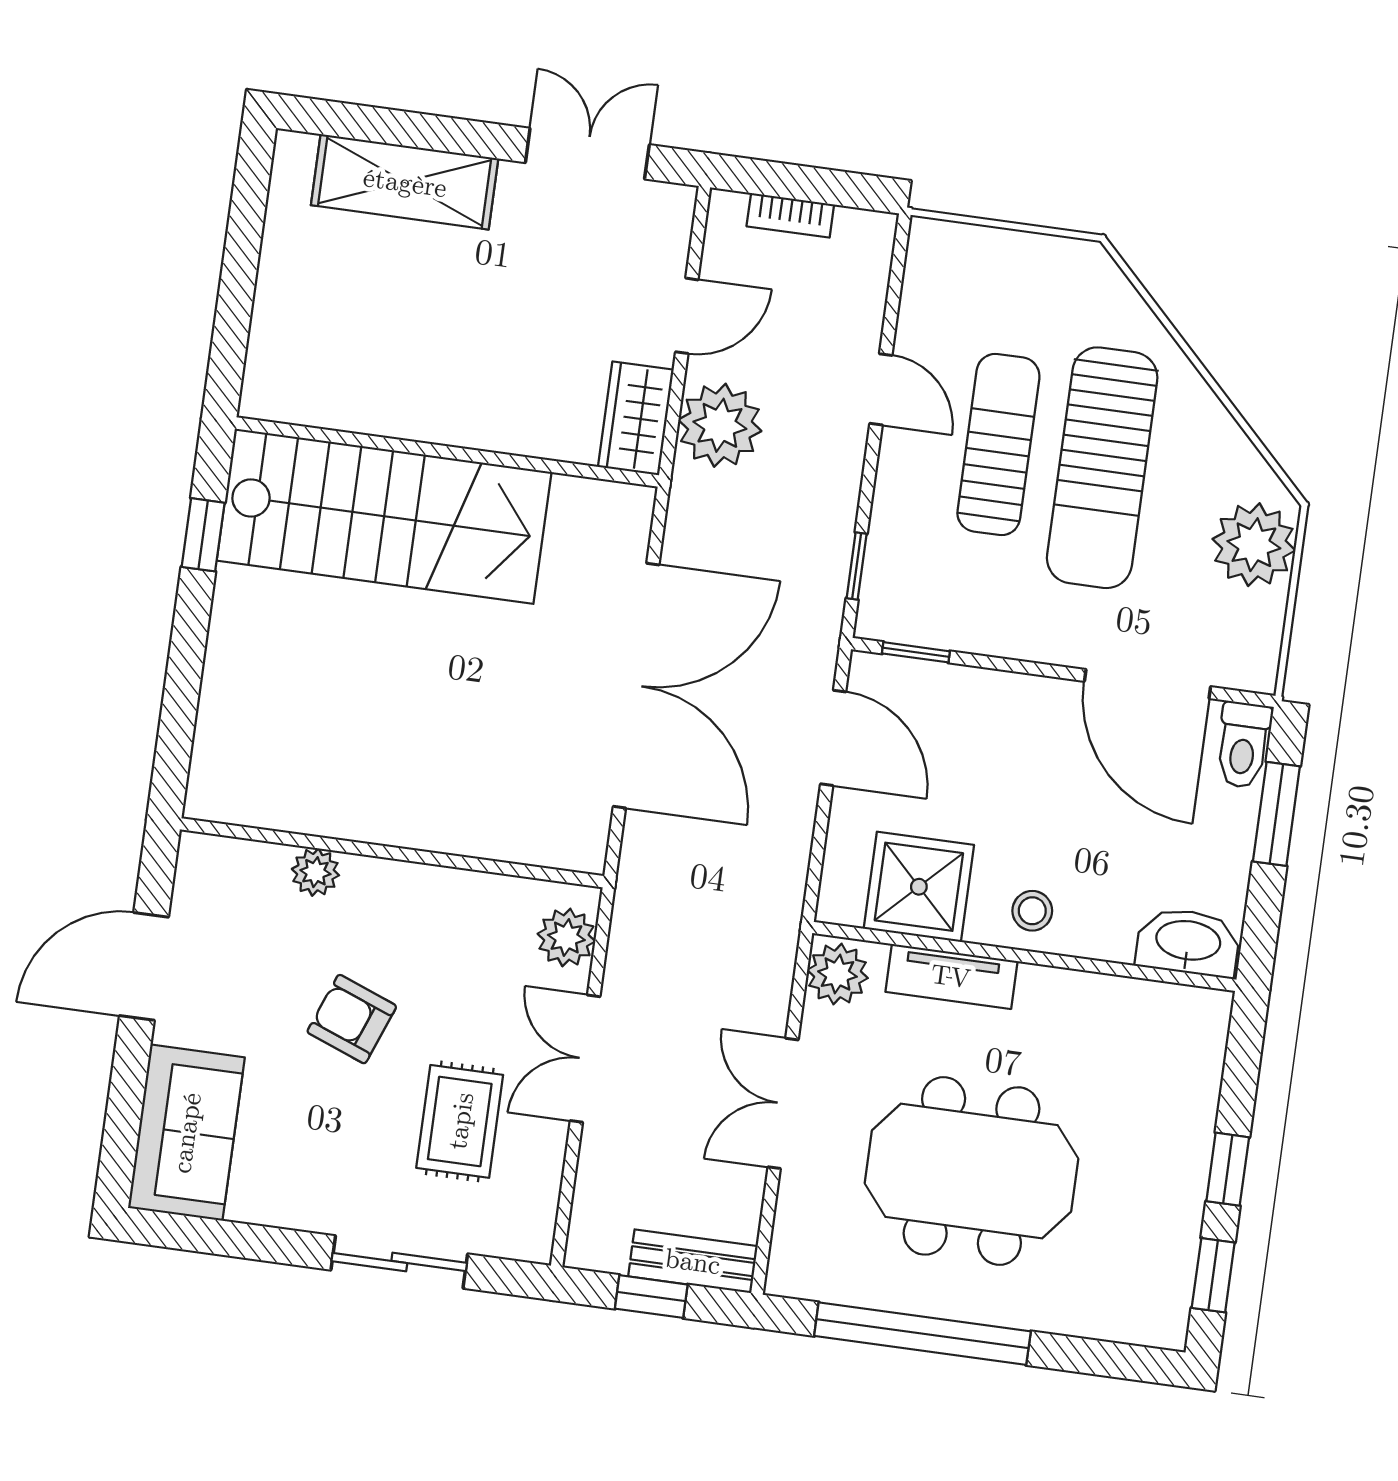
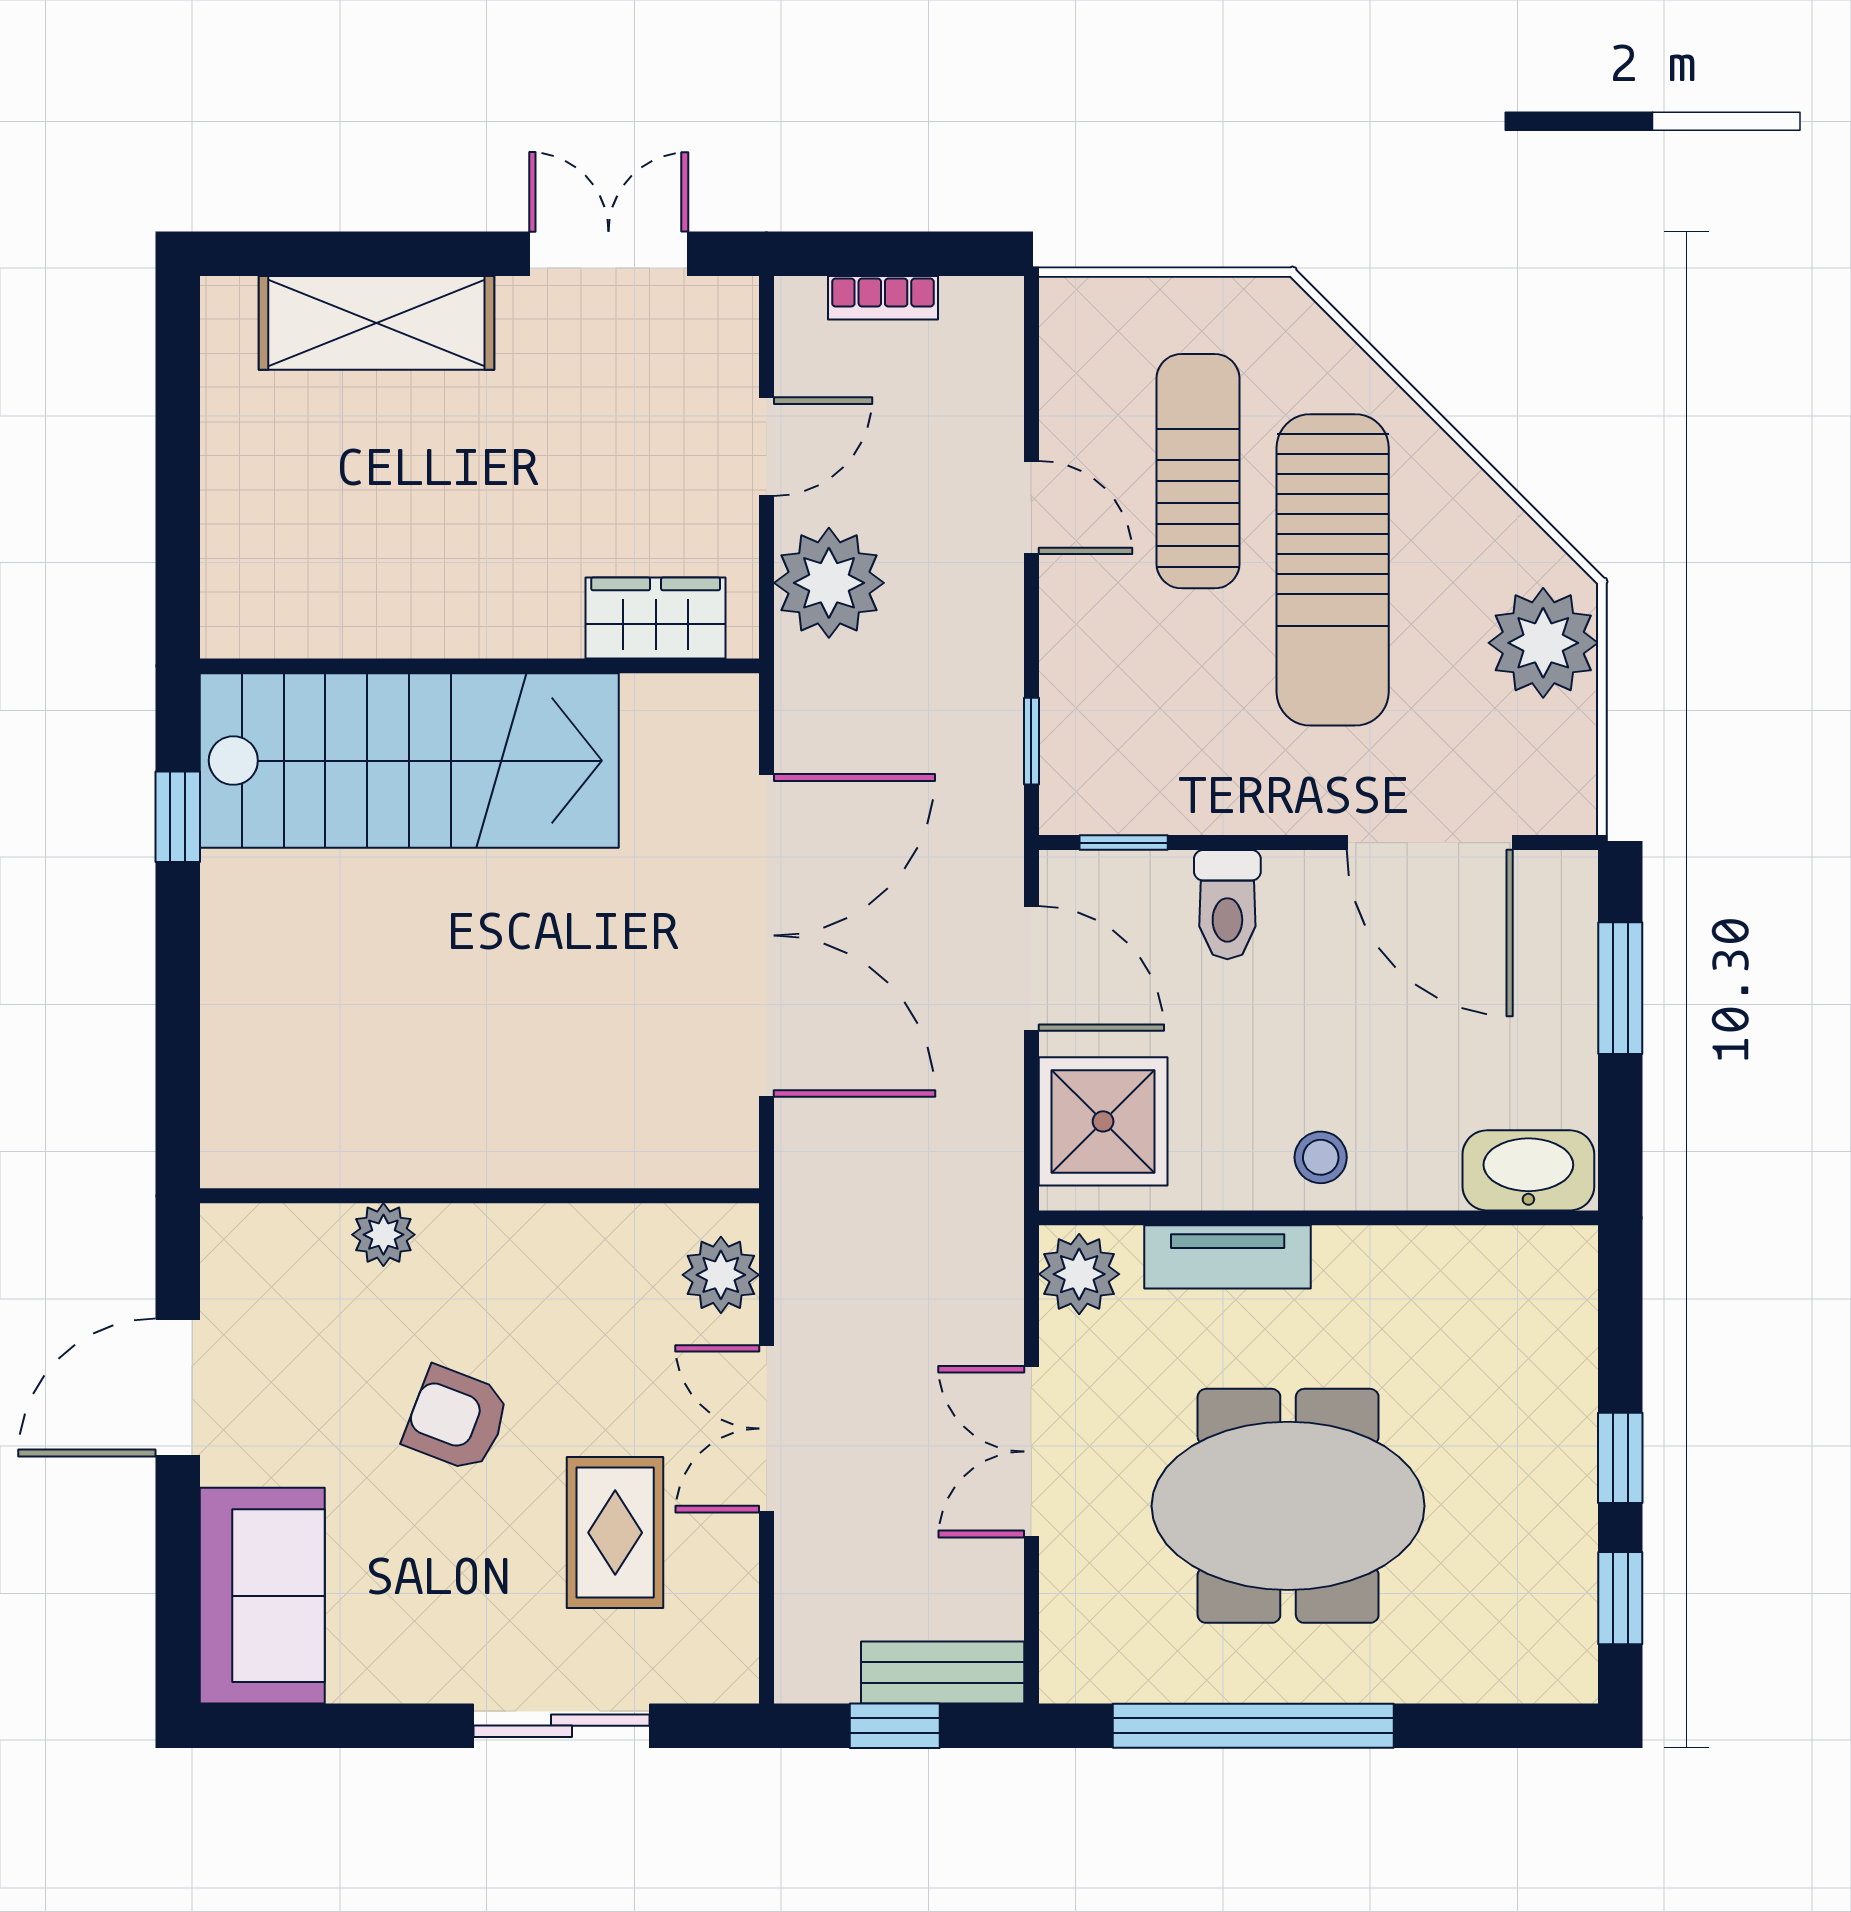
wardrobe: (636, 418) -> (656, 618), moved, turned 90
sun lounger: (998, 444) -> (1198, 471), moved
toilet: (1243, 745) -> (1227, 905), moved
shower: (919, 887) -> (1103, 1121), moved

